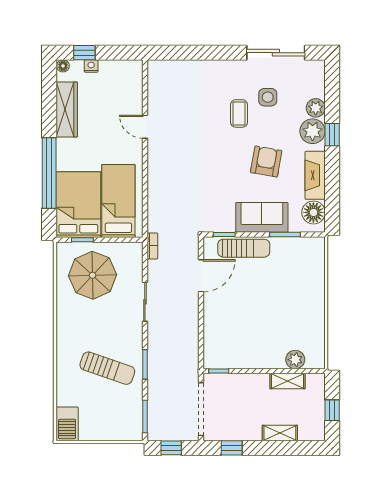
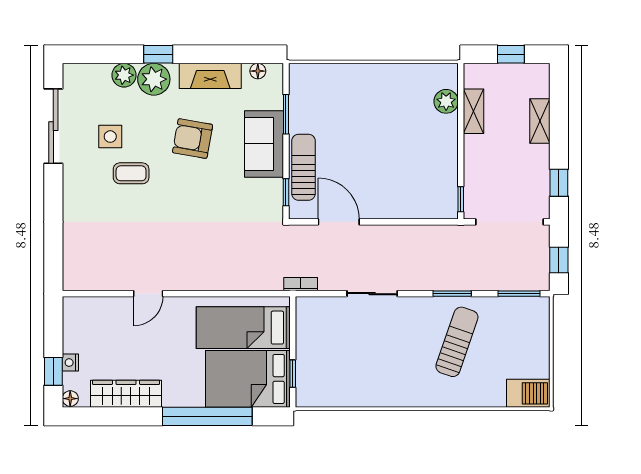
floor lamp: (313, 212) -> (258, 71), width x0.53, depth x0.53
parasol: (93, 275) -> (338, 361), removed

